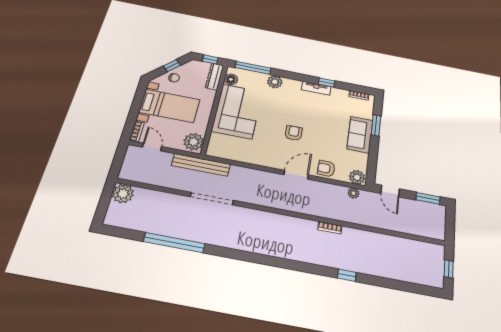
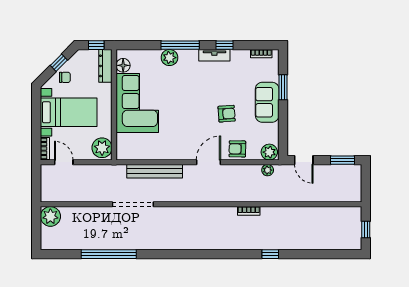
window: (253, 68) -> (180, 45), moved
armchair: (294, 133) -> (227, 114), moved, turned 86
bench: (201, 165) -> (155, 171), moved

